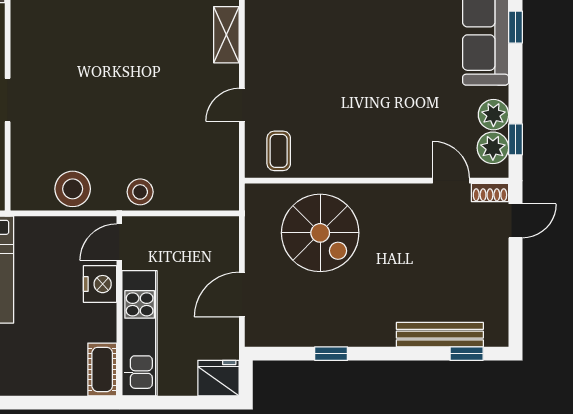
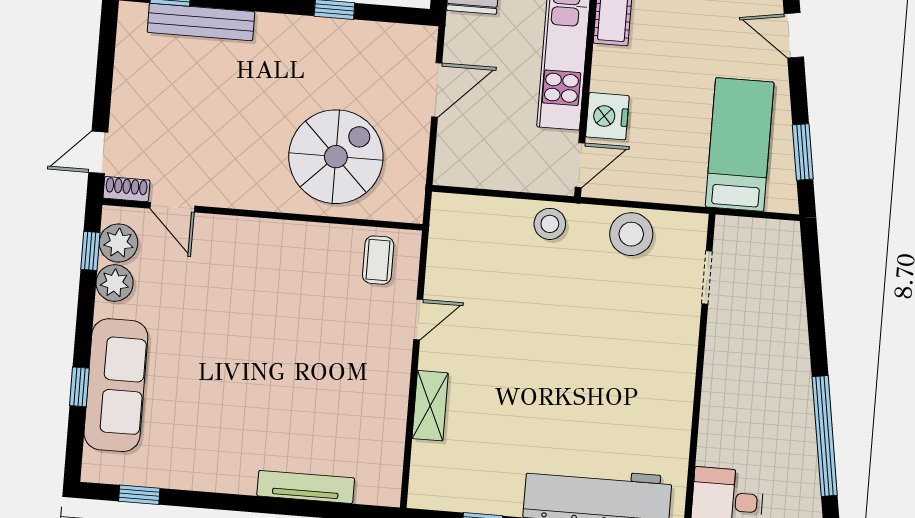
doorway: (8, 100) -> (707, 277), moved
spiral stairs: (320, 233) -> (336, 157), turned 90

